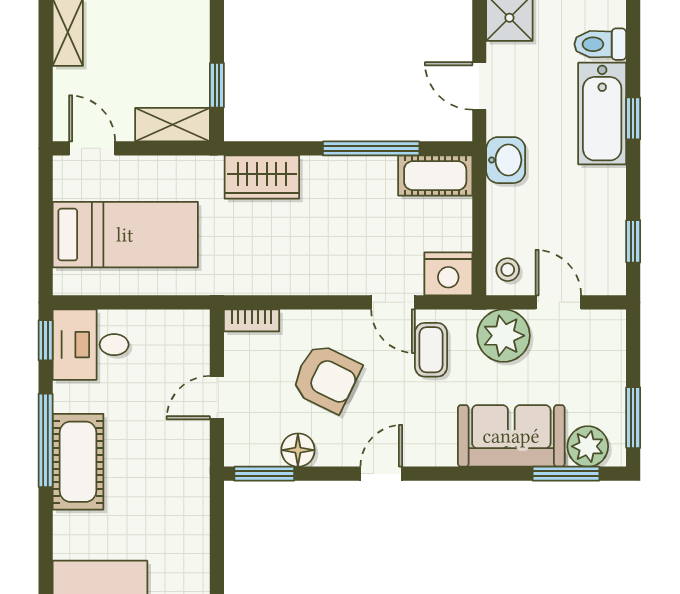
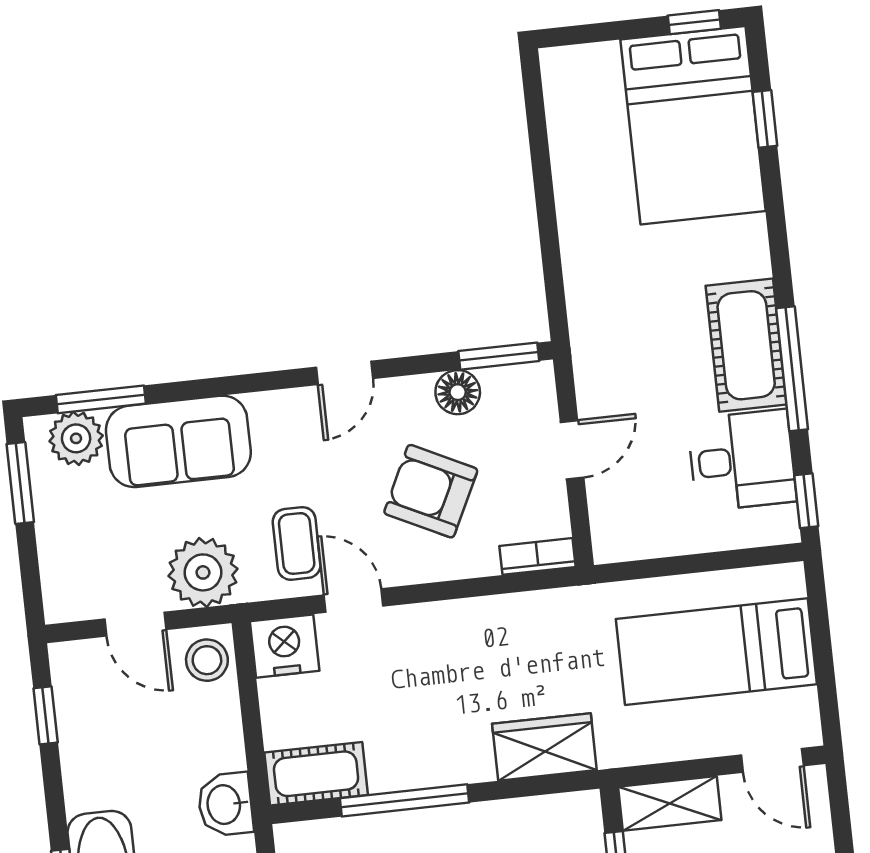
stool: (508, 270) -> (207, 660), width x1.37, depth x1.37
desk: (91, 345) -> (742, 460), moved

